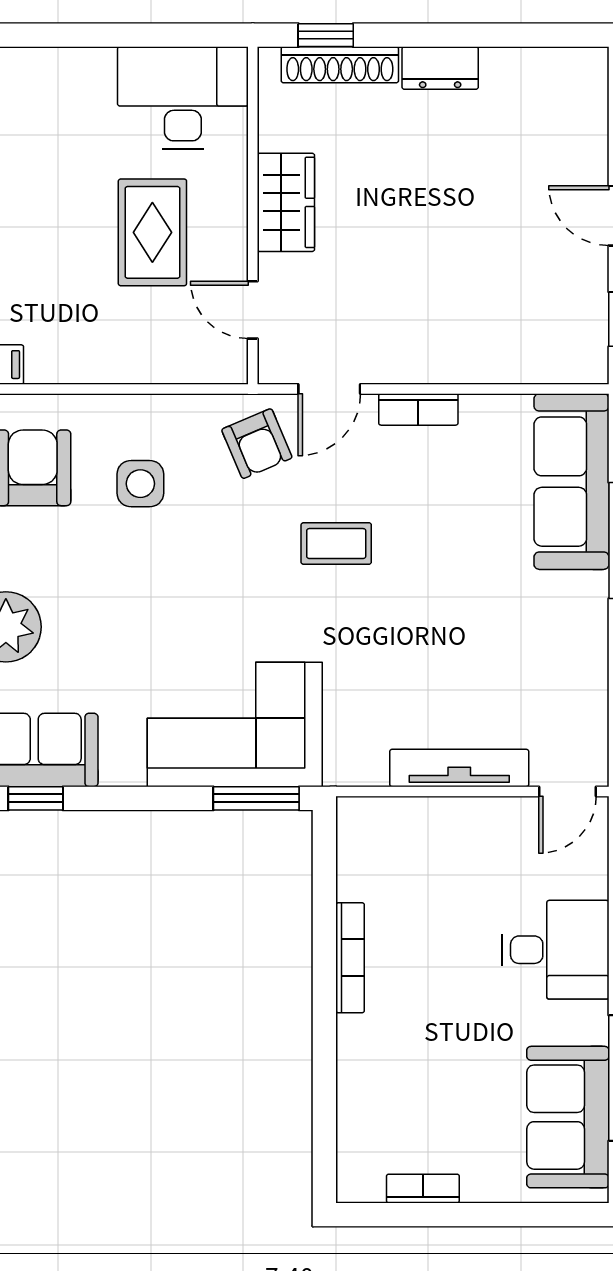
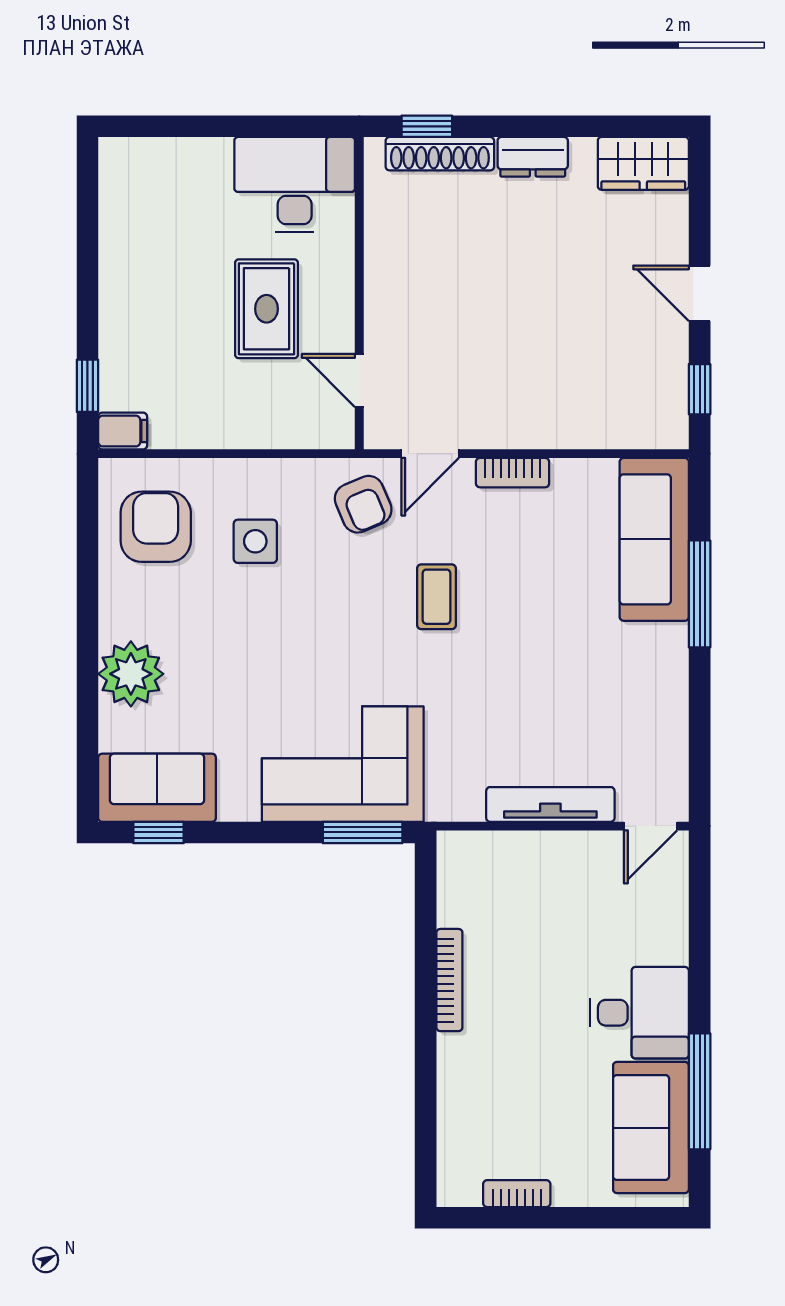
wardrobe: (286, 202) -> (643, 163), moved, turned 90
coffee table: (336, 544) -> (437, 597), turned 90
desk: (556, 950) -> (639, 1013), moved

